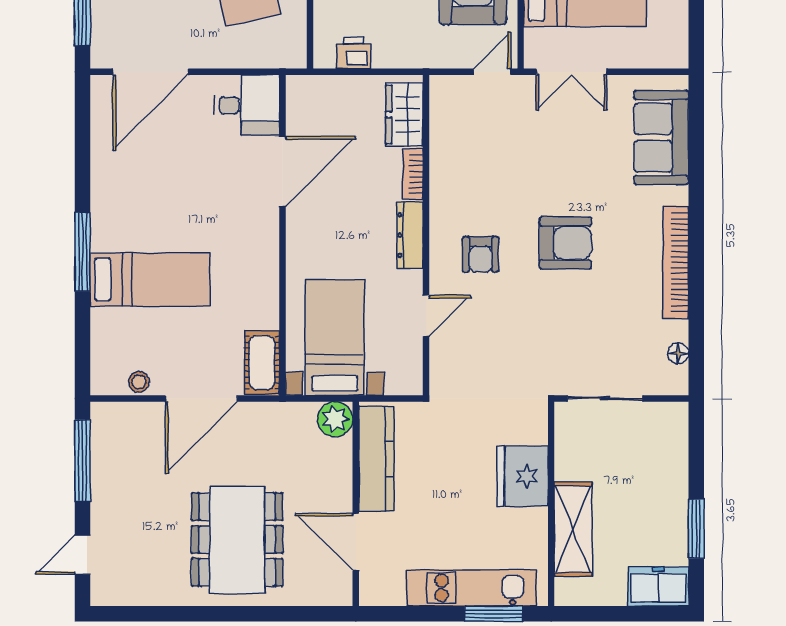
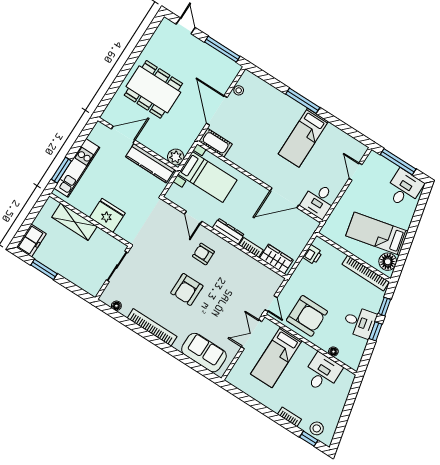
door: (151, 72) -> (355, 172), width x0.53
door: (283, 171) -> (284, 198), hinge flipped
bed: (150, 280) -> (303, 138), moved

